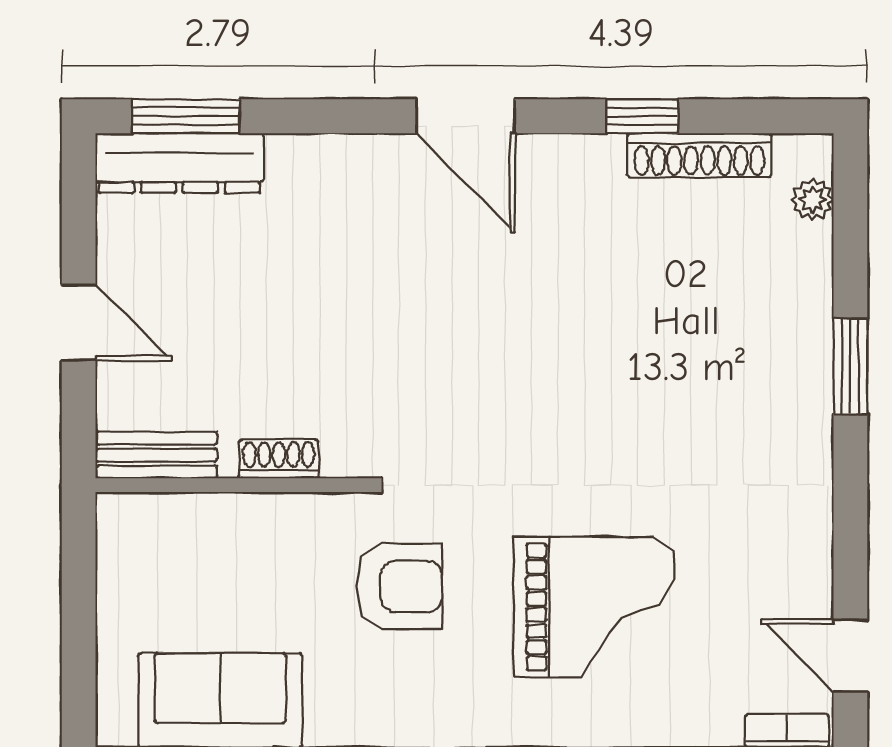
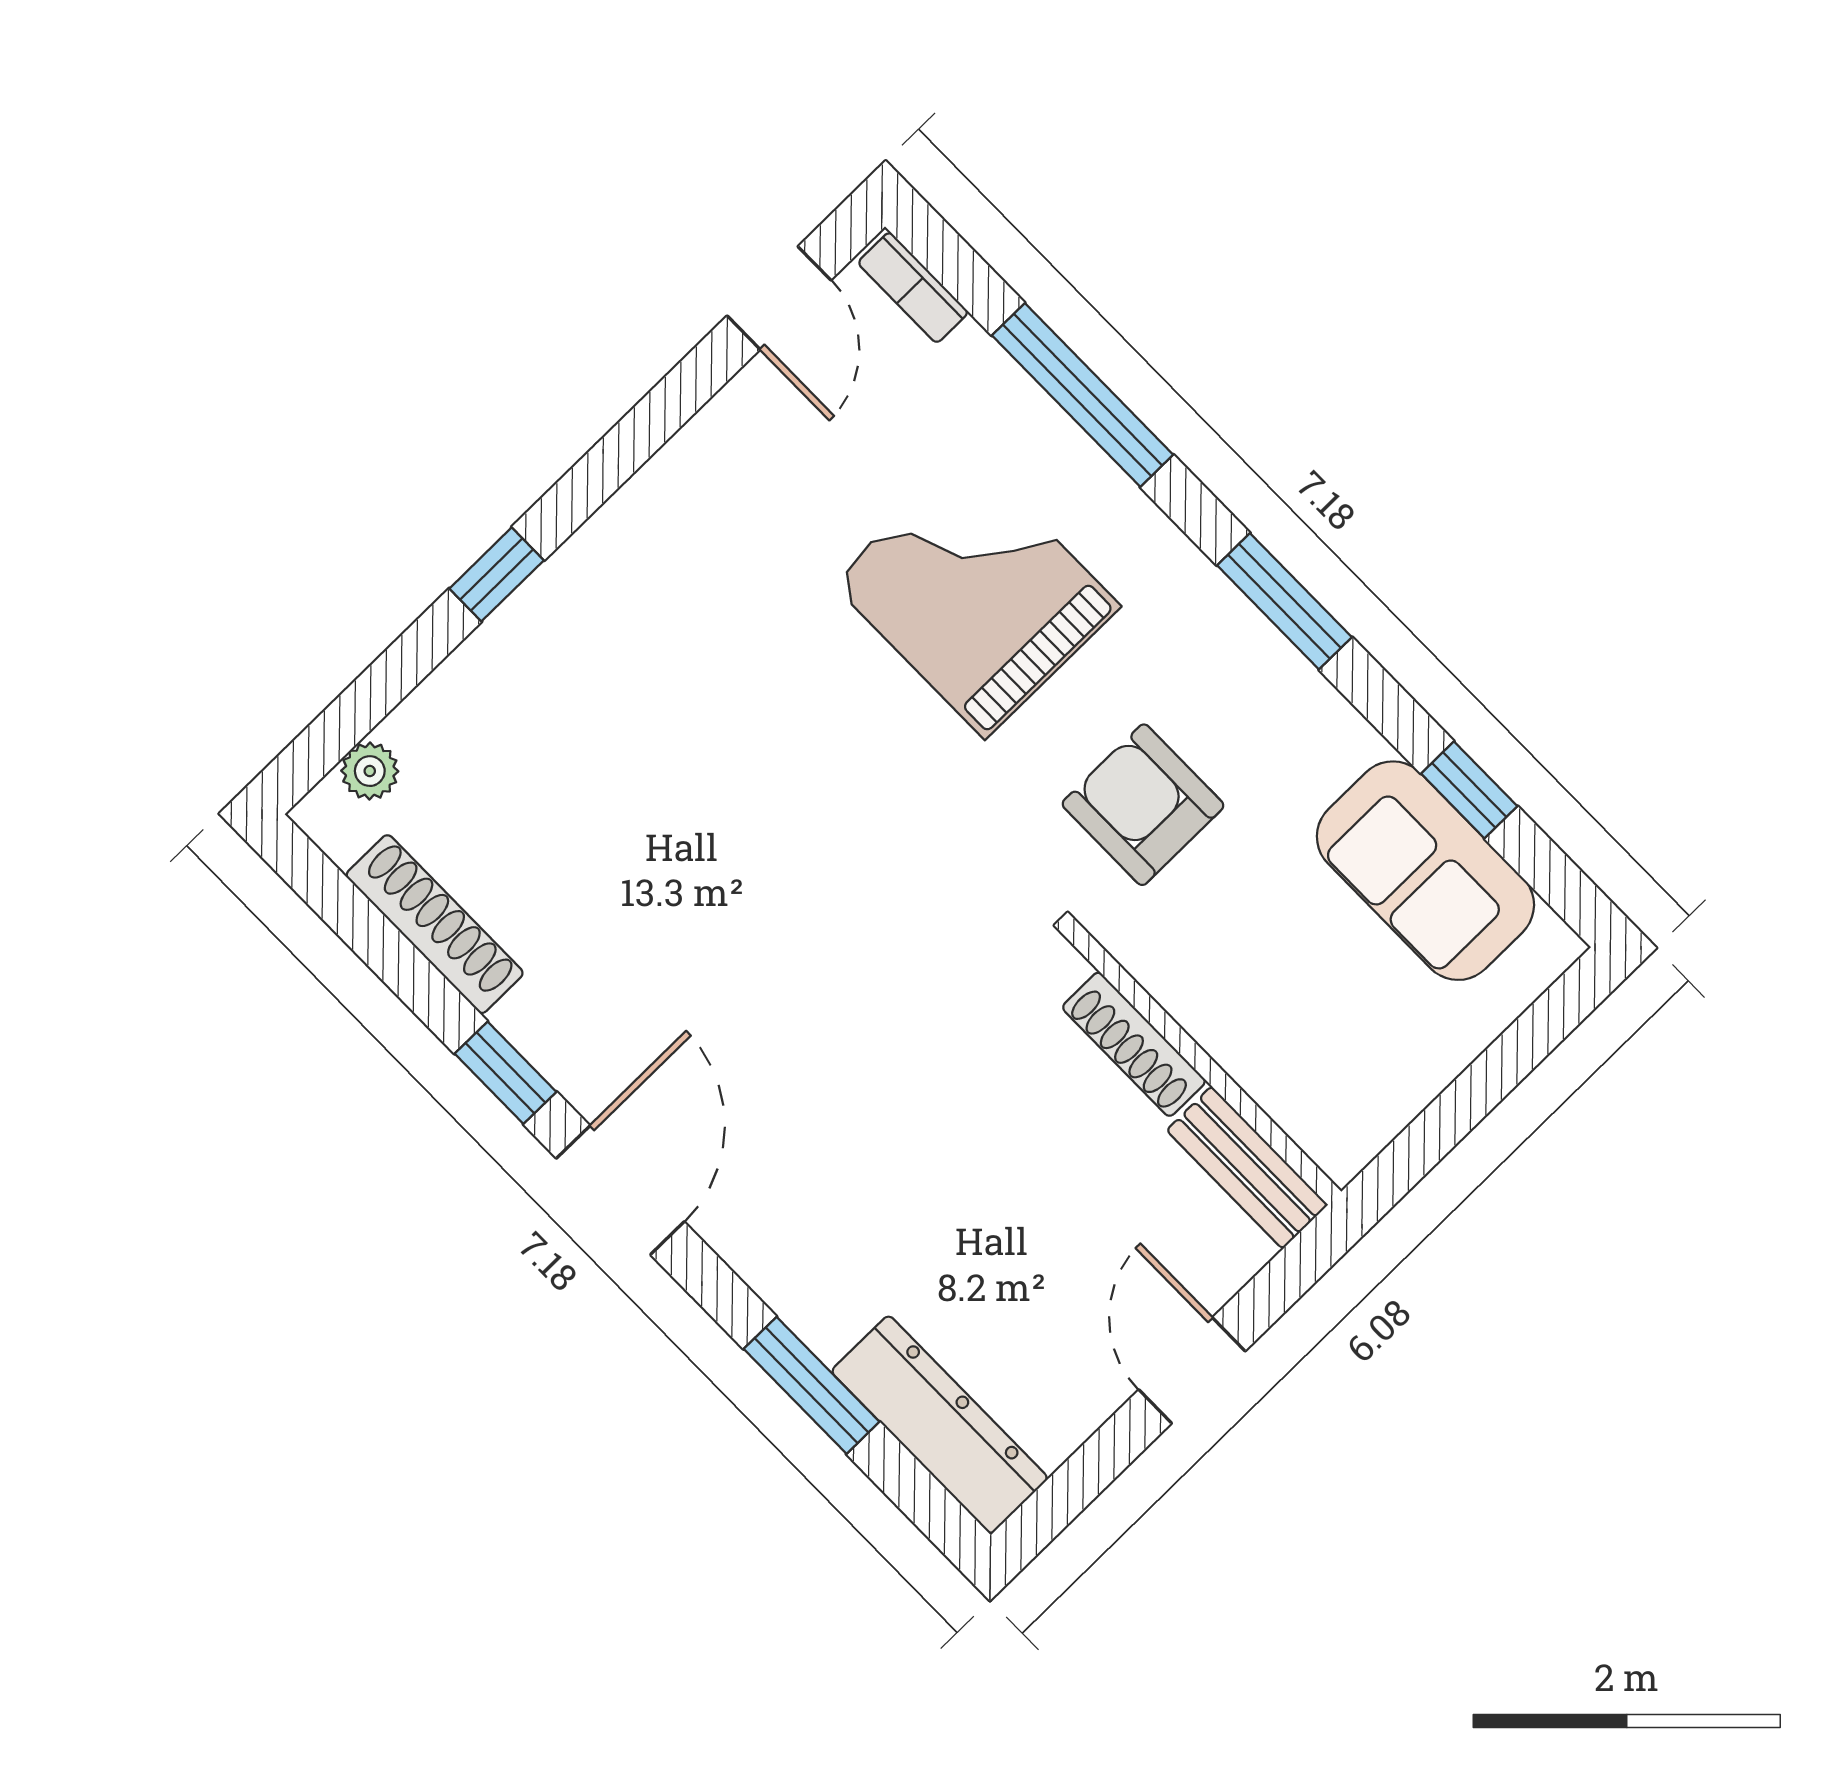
window: (186, 116) -> (812, 1385), moved
window: (642, 116) -> (505, 1073), moved
window: (850, 367) -> (497, 574), width x0.67
shoe rack: (279, 459) -> (1134, 1044), width x1.43

